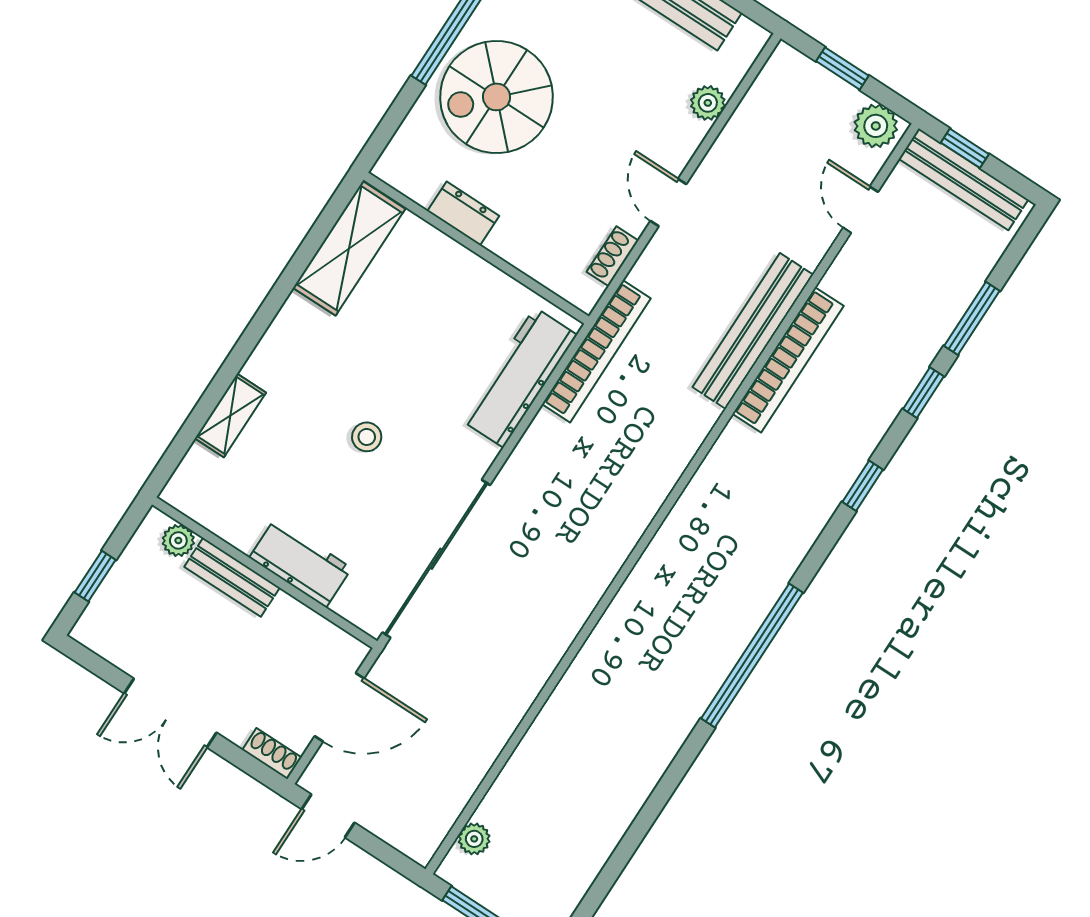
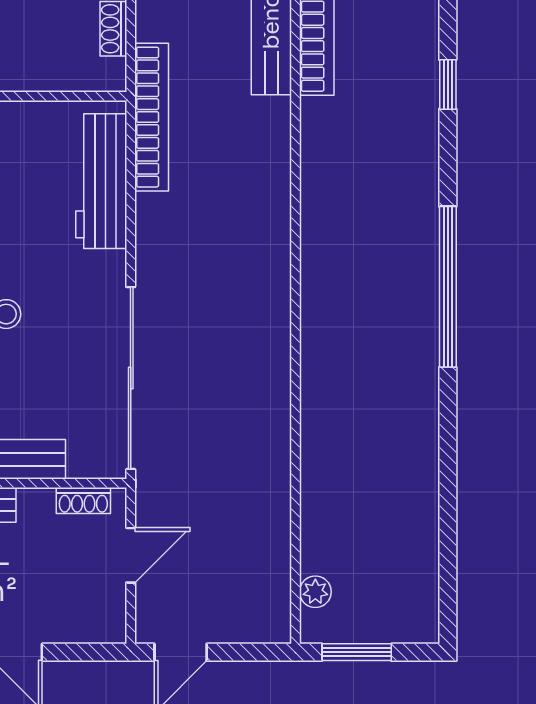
door: (339, 707) -> (131, 555), width x0.73
shoe rack: (272, 754) -> (83, 501), moved, turned 180

